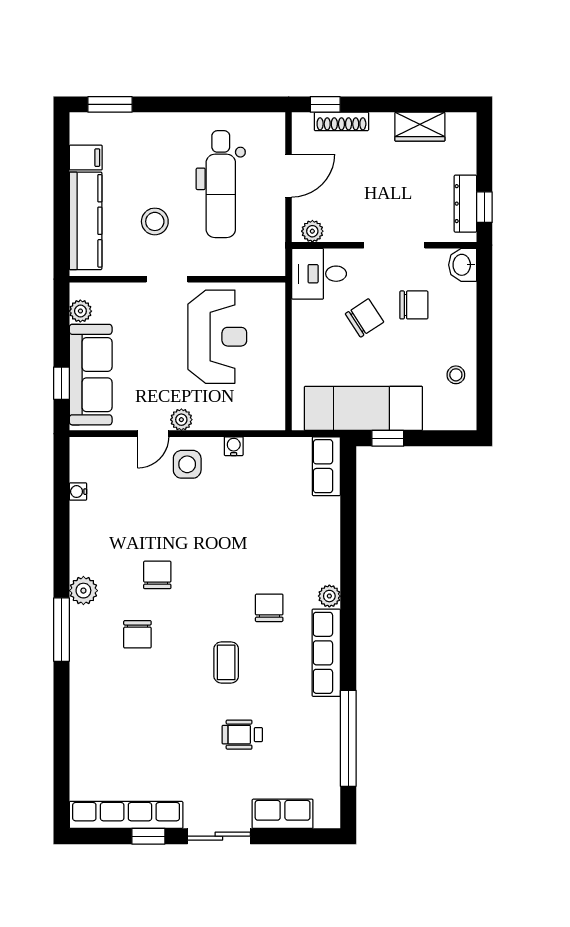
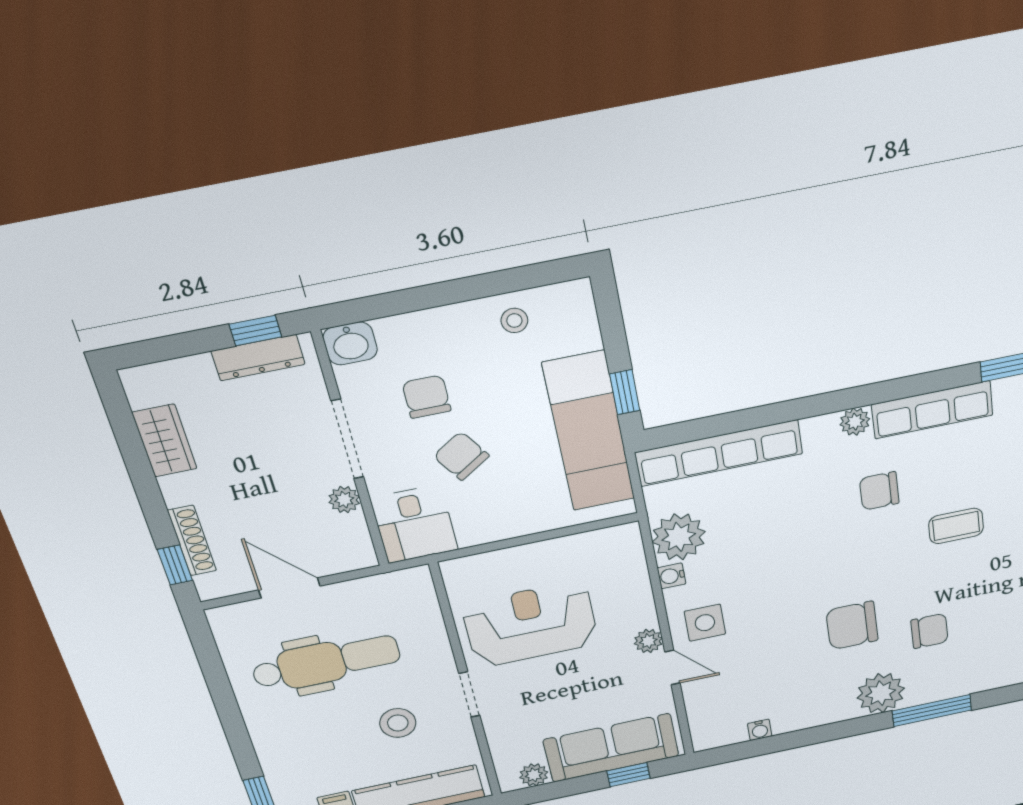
plant: (312, 231) -> (344, 500), moved
plant: (265, 457) -> (679, 537), added
row of seats: (326, 466) -> (719, 453), width x2.02
chair: (157, 575) -> (852, 625), width x1.37, depth x1.37
plant: (83, 591) -> (881, 693), width x1.36, depth x1.36

